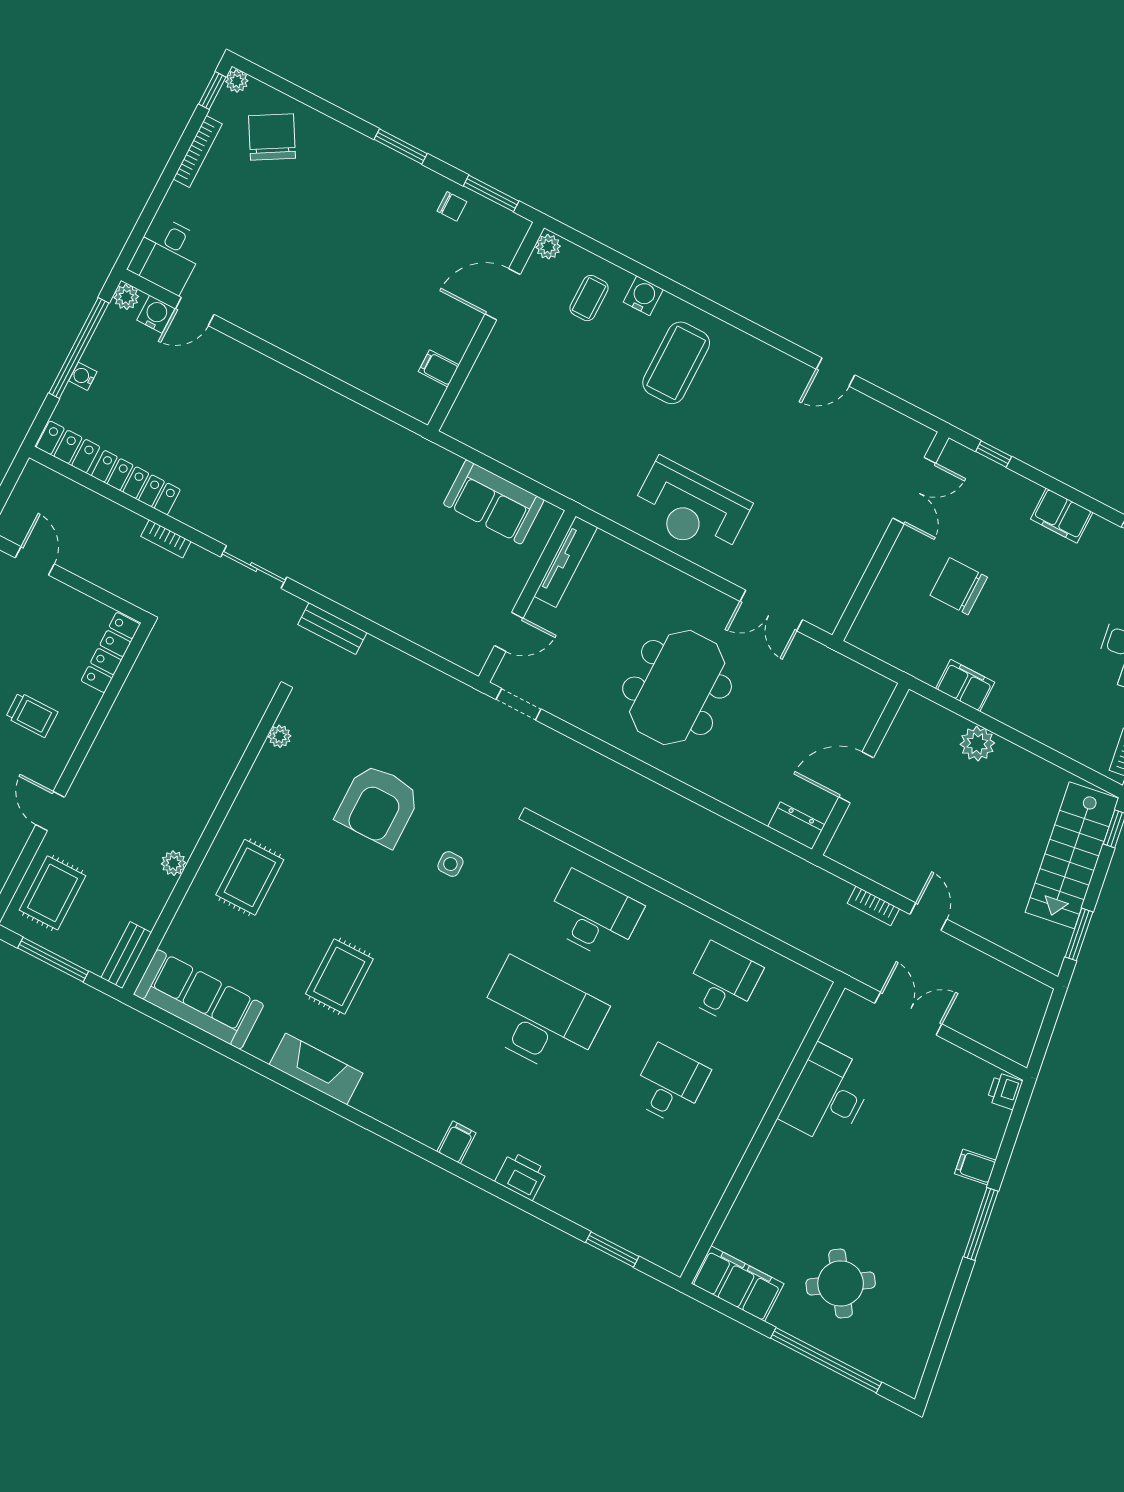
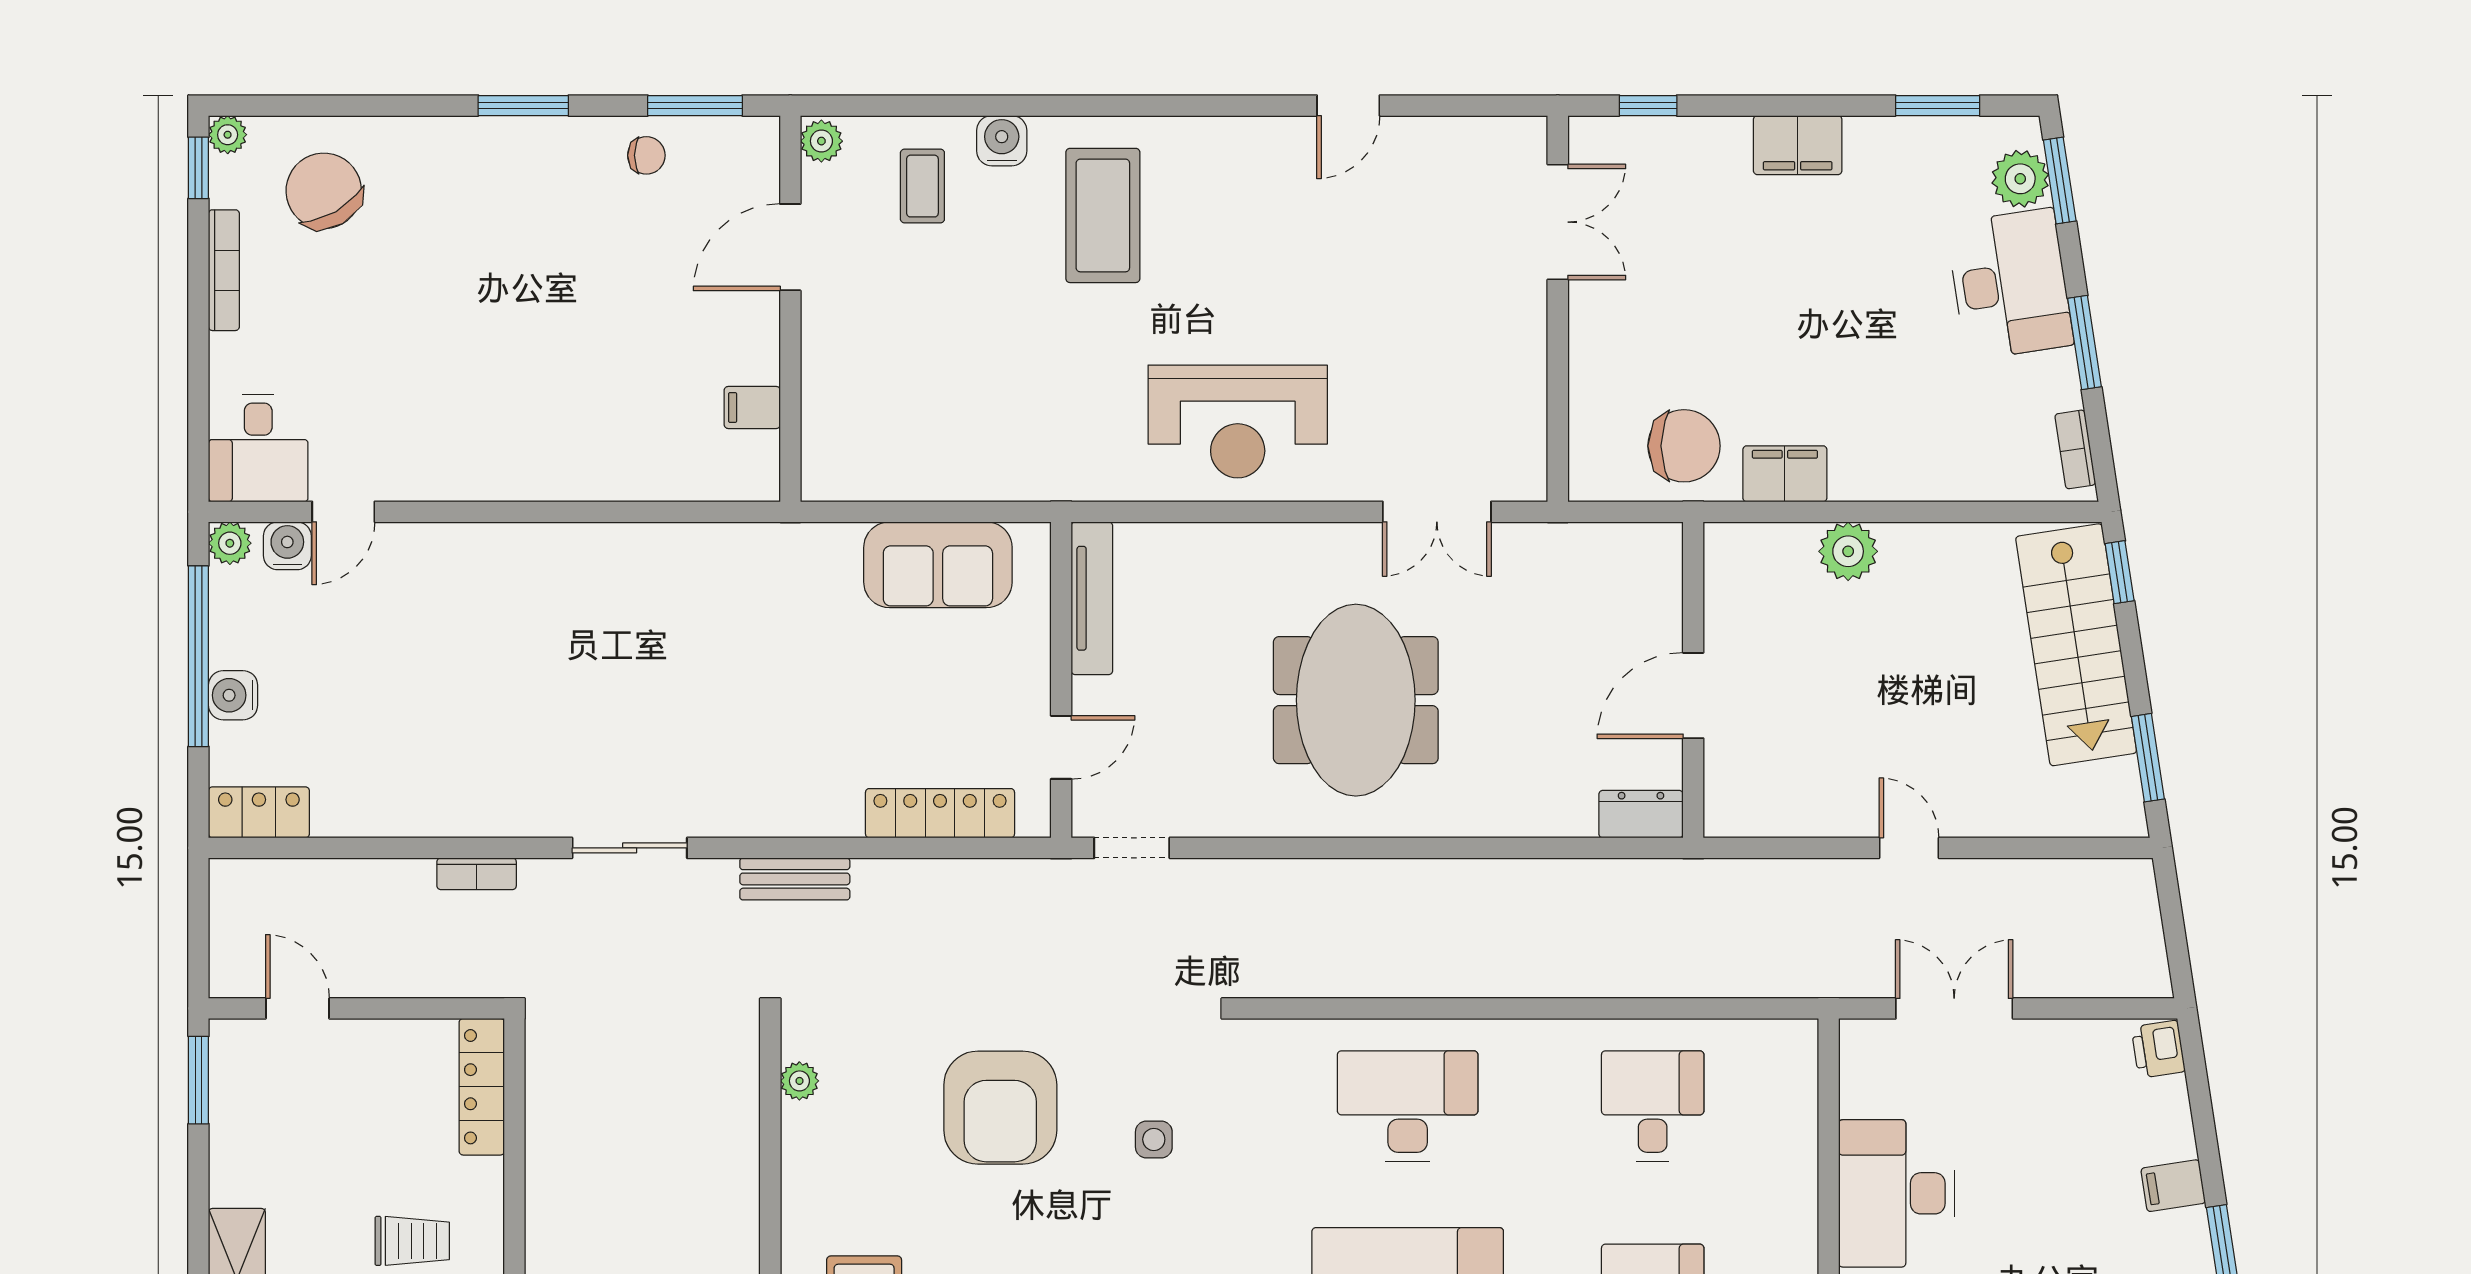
water cooler: (83, 376) -> (233, 695), width x1.38, depth x1.38
locker: (136, 483) -> (940, 813), moved
chair: (959, 586) -> (1684, 446), moved, turned 180
bookcase: (873, 906) -> (1819, 874), removed

